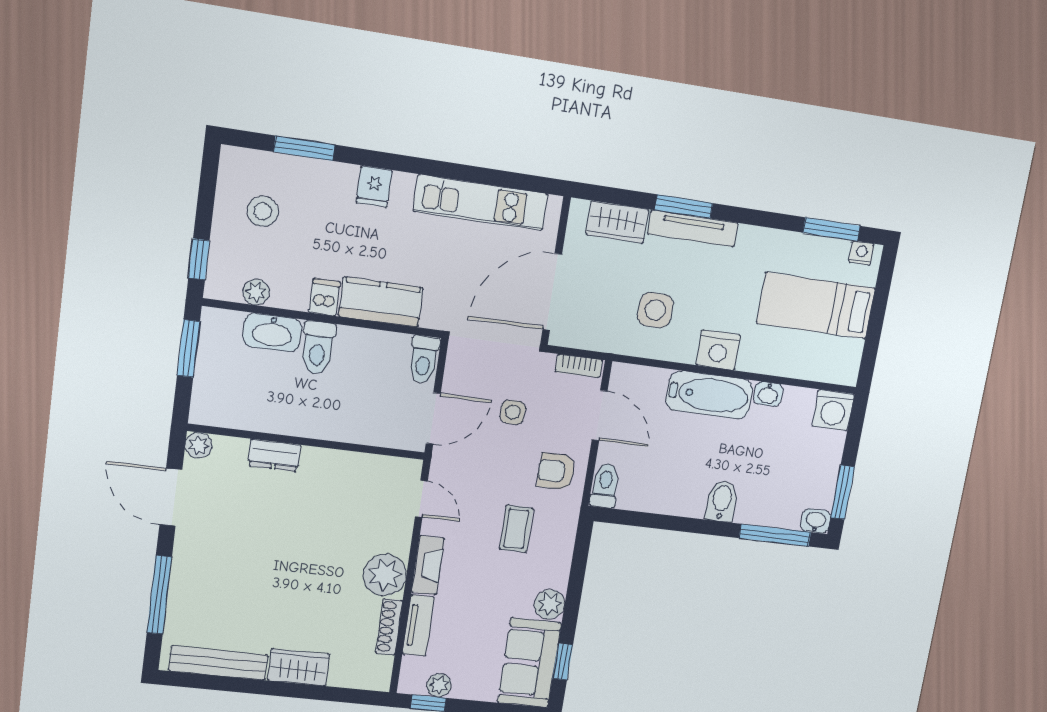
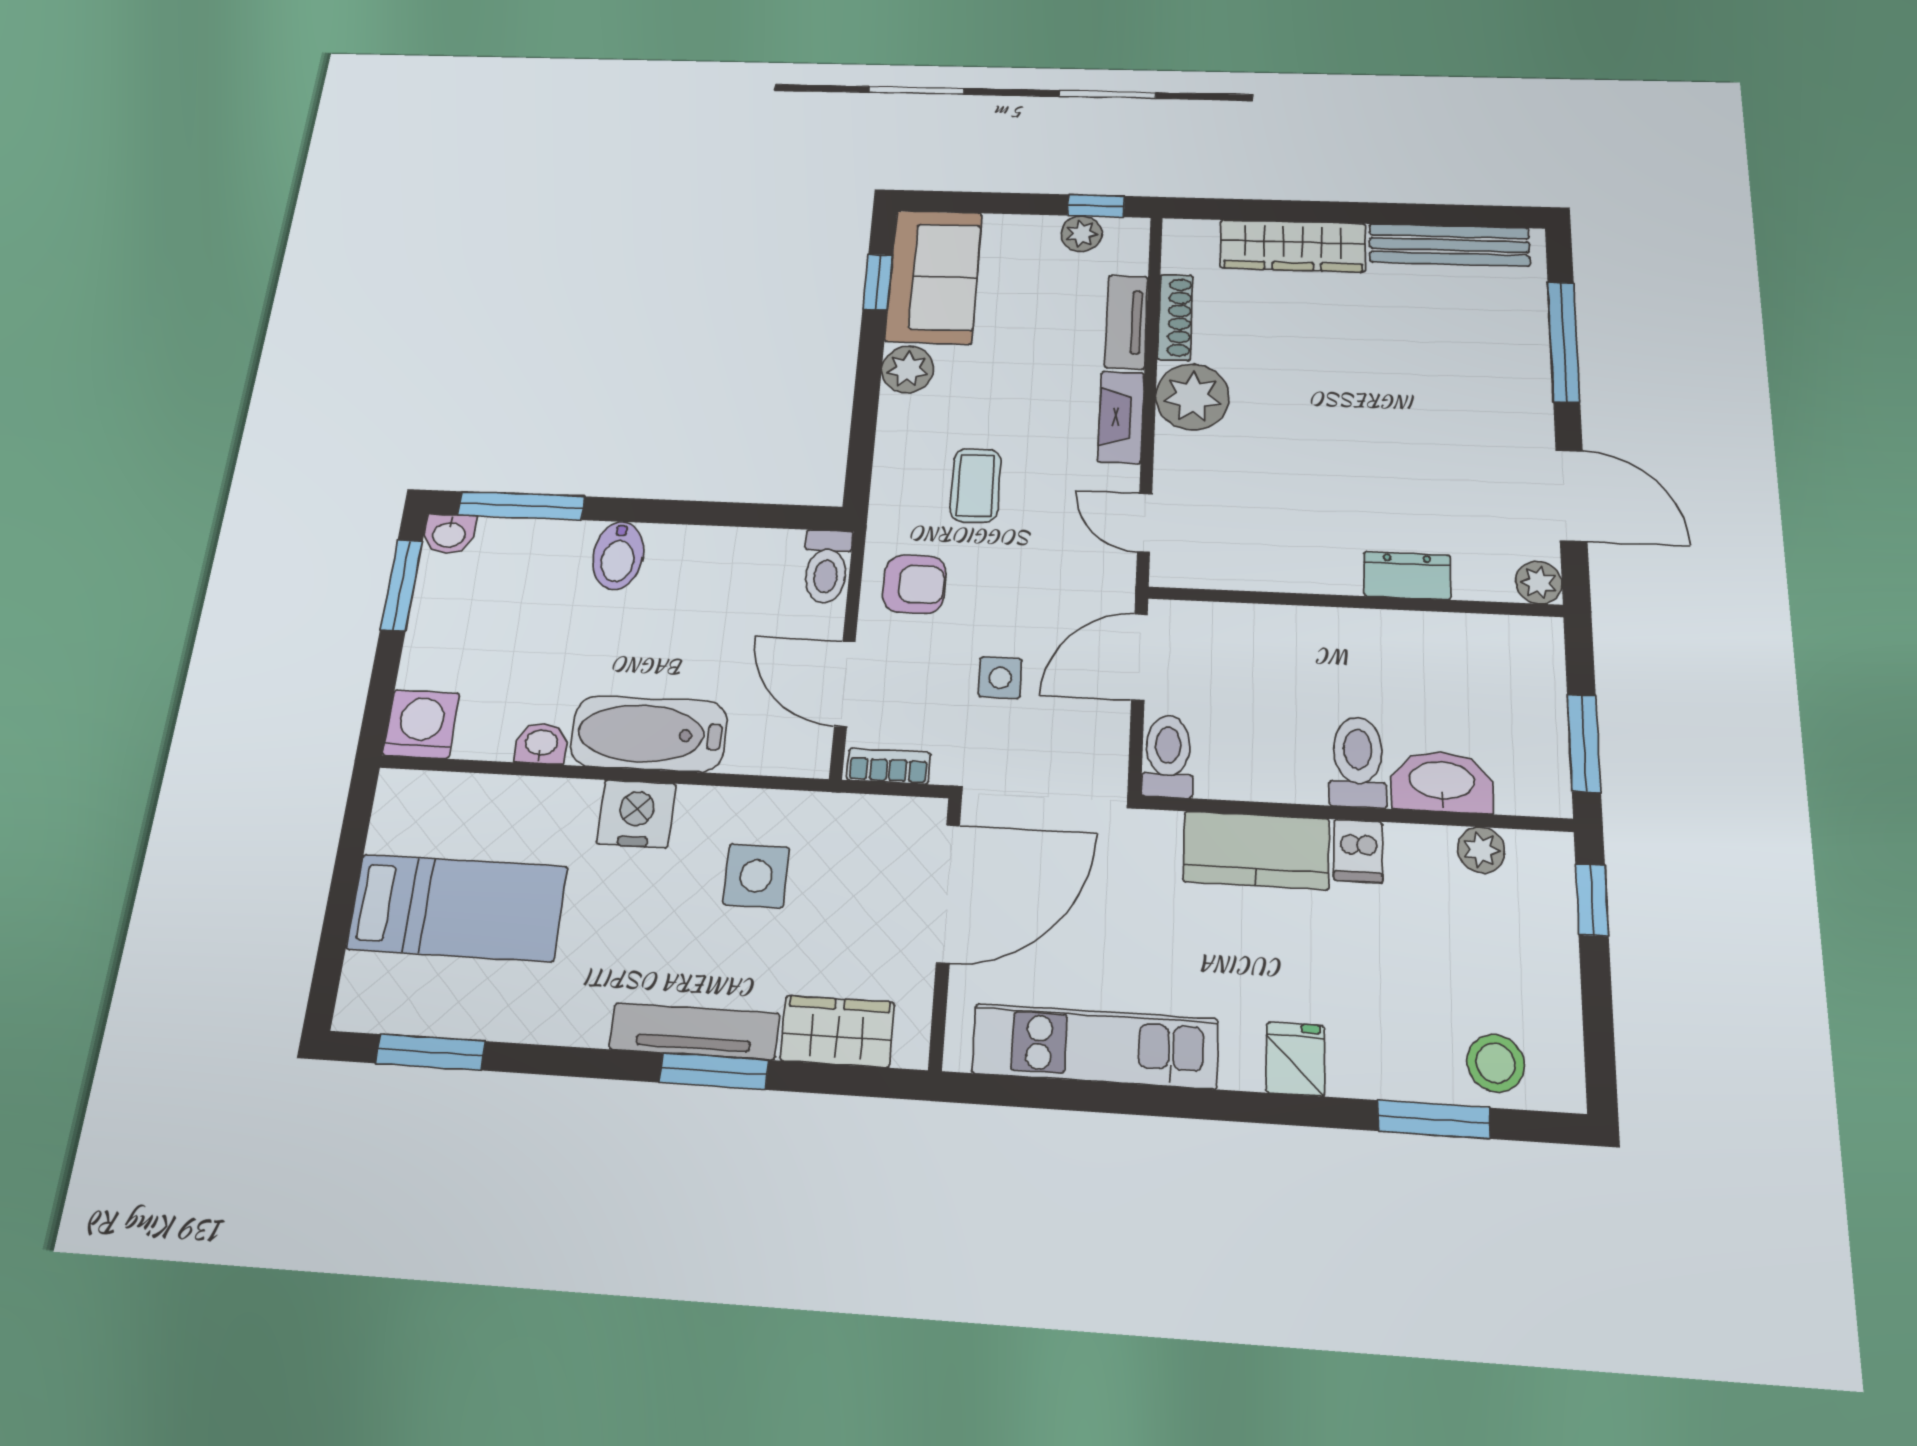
stool: (263, 211) -> (1496, 1063), moved
nightstand: (861, 253) -> (373, 1012), removed
wardrobe: (298, 667) -> (1293, 246), width x1.50

